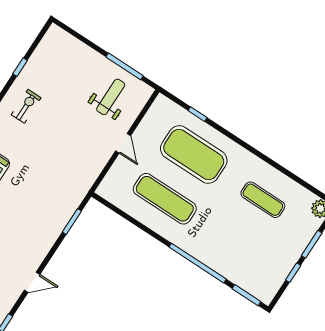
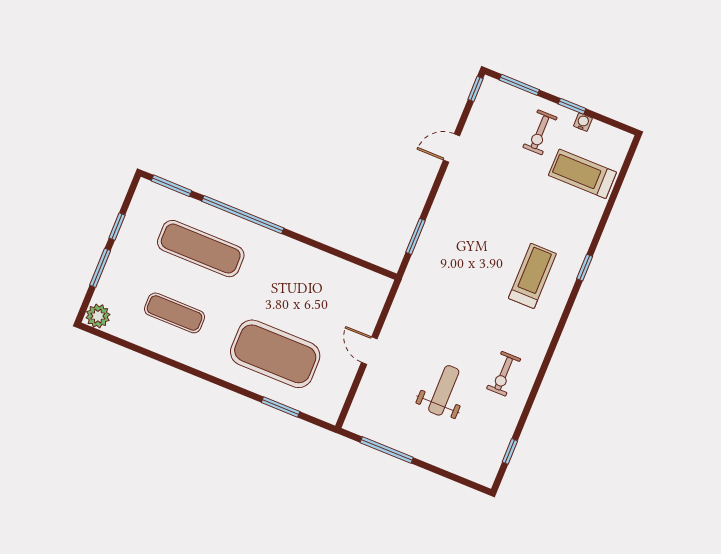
window: (20, 67) -> (510, 451), moved
weight bench: (111, 97) -> (444, 390), moved, turned 180
window: (197, 114) -> (281, 407), width x1.50
exercise mat: (165, 199) -> (201, 249), moved

